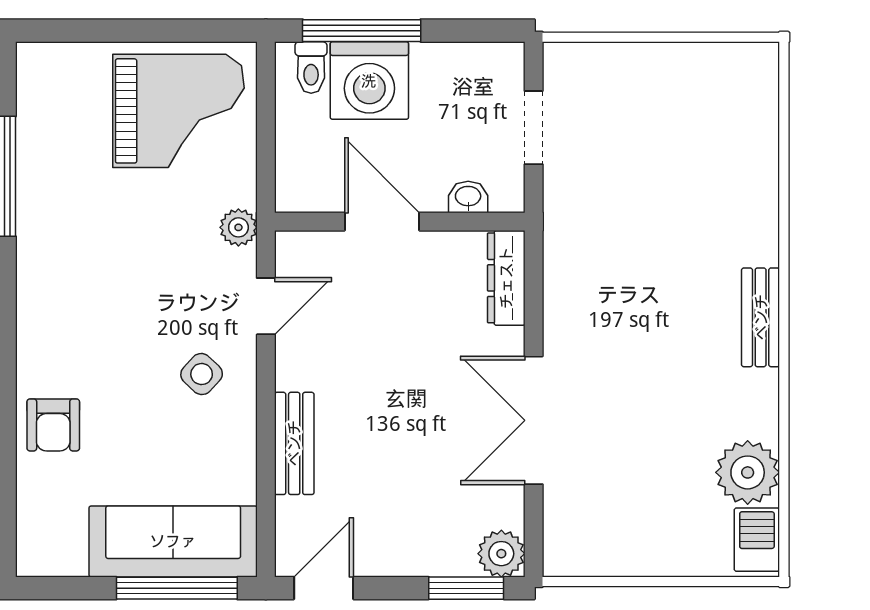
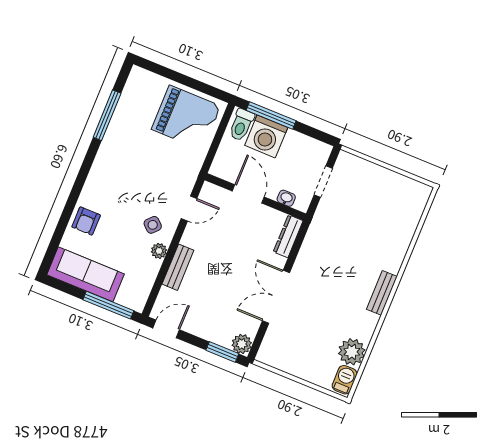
toilet: (311, 67) -> (241, 125), width x1.37, depth x1.39
plant: (238, 227) -> (159, 251), moved
sofa: (173, 541) -> (85, 274), moved

